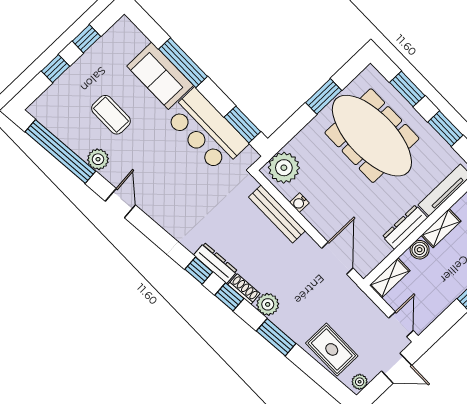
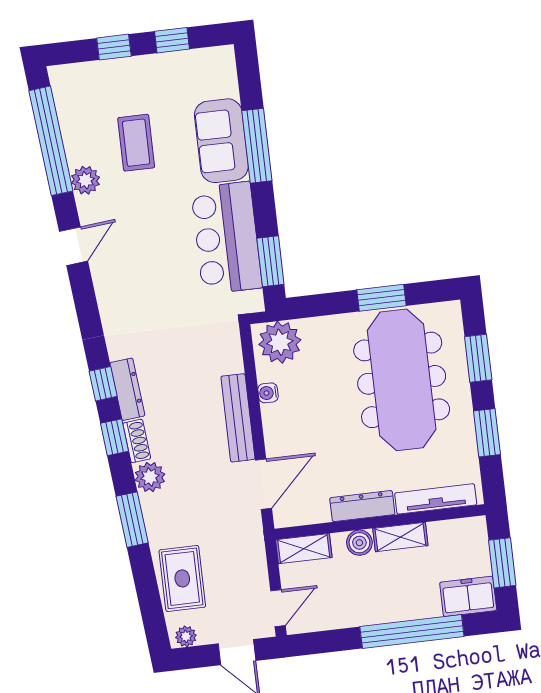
bench: (277, 214) -> (238, 418), moved

